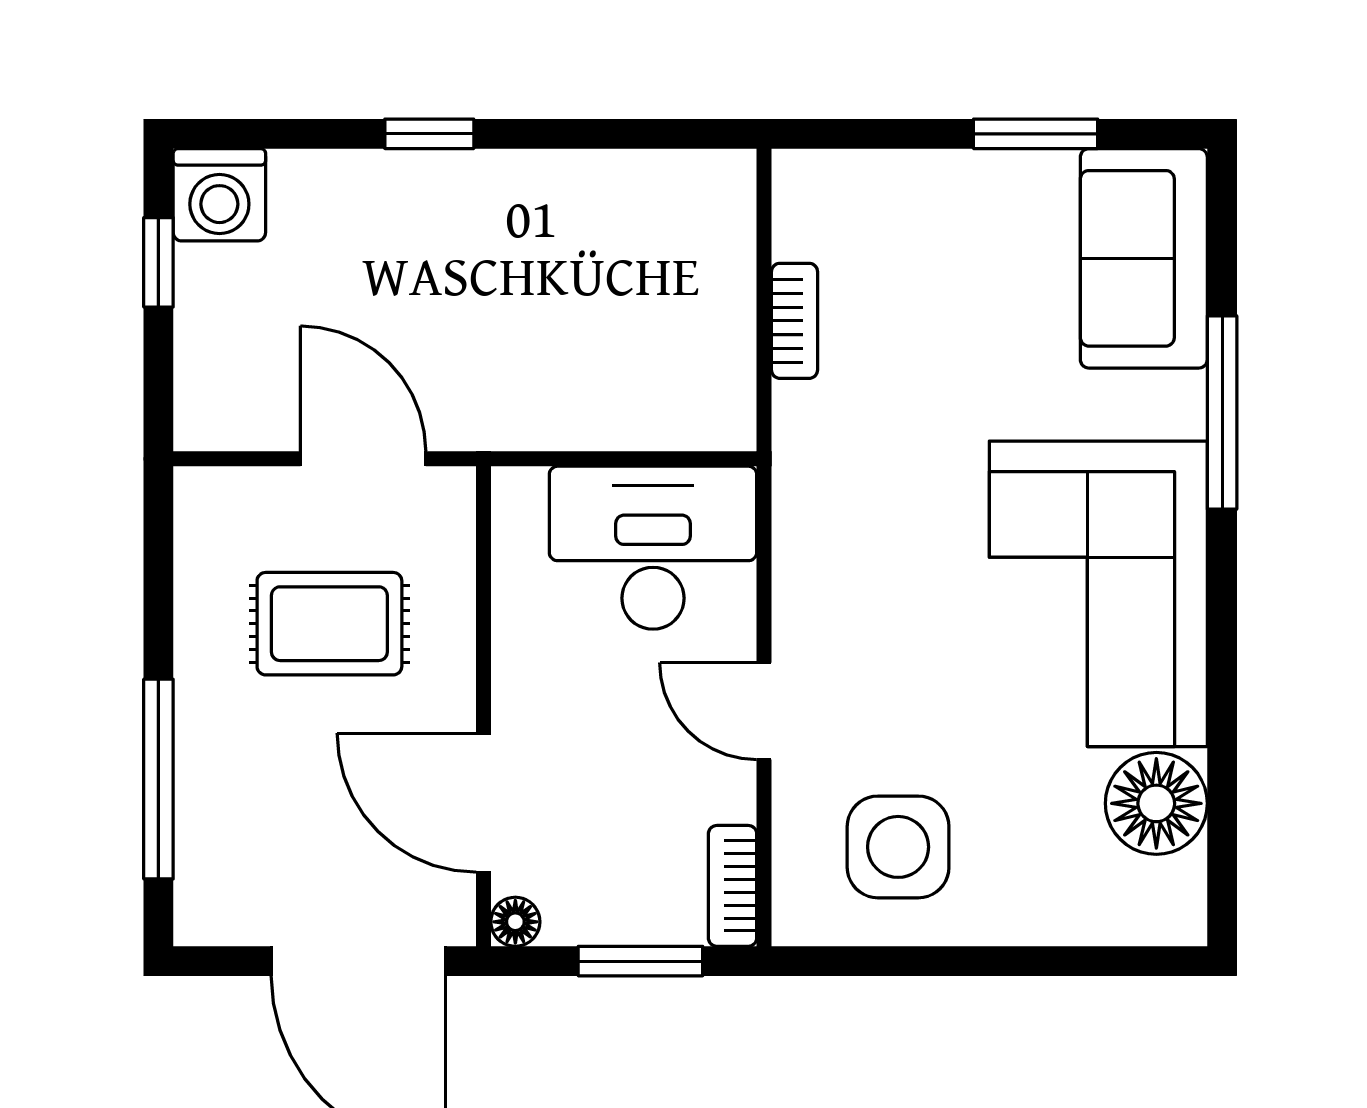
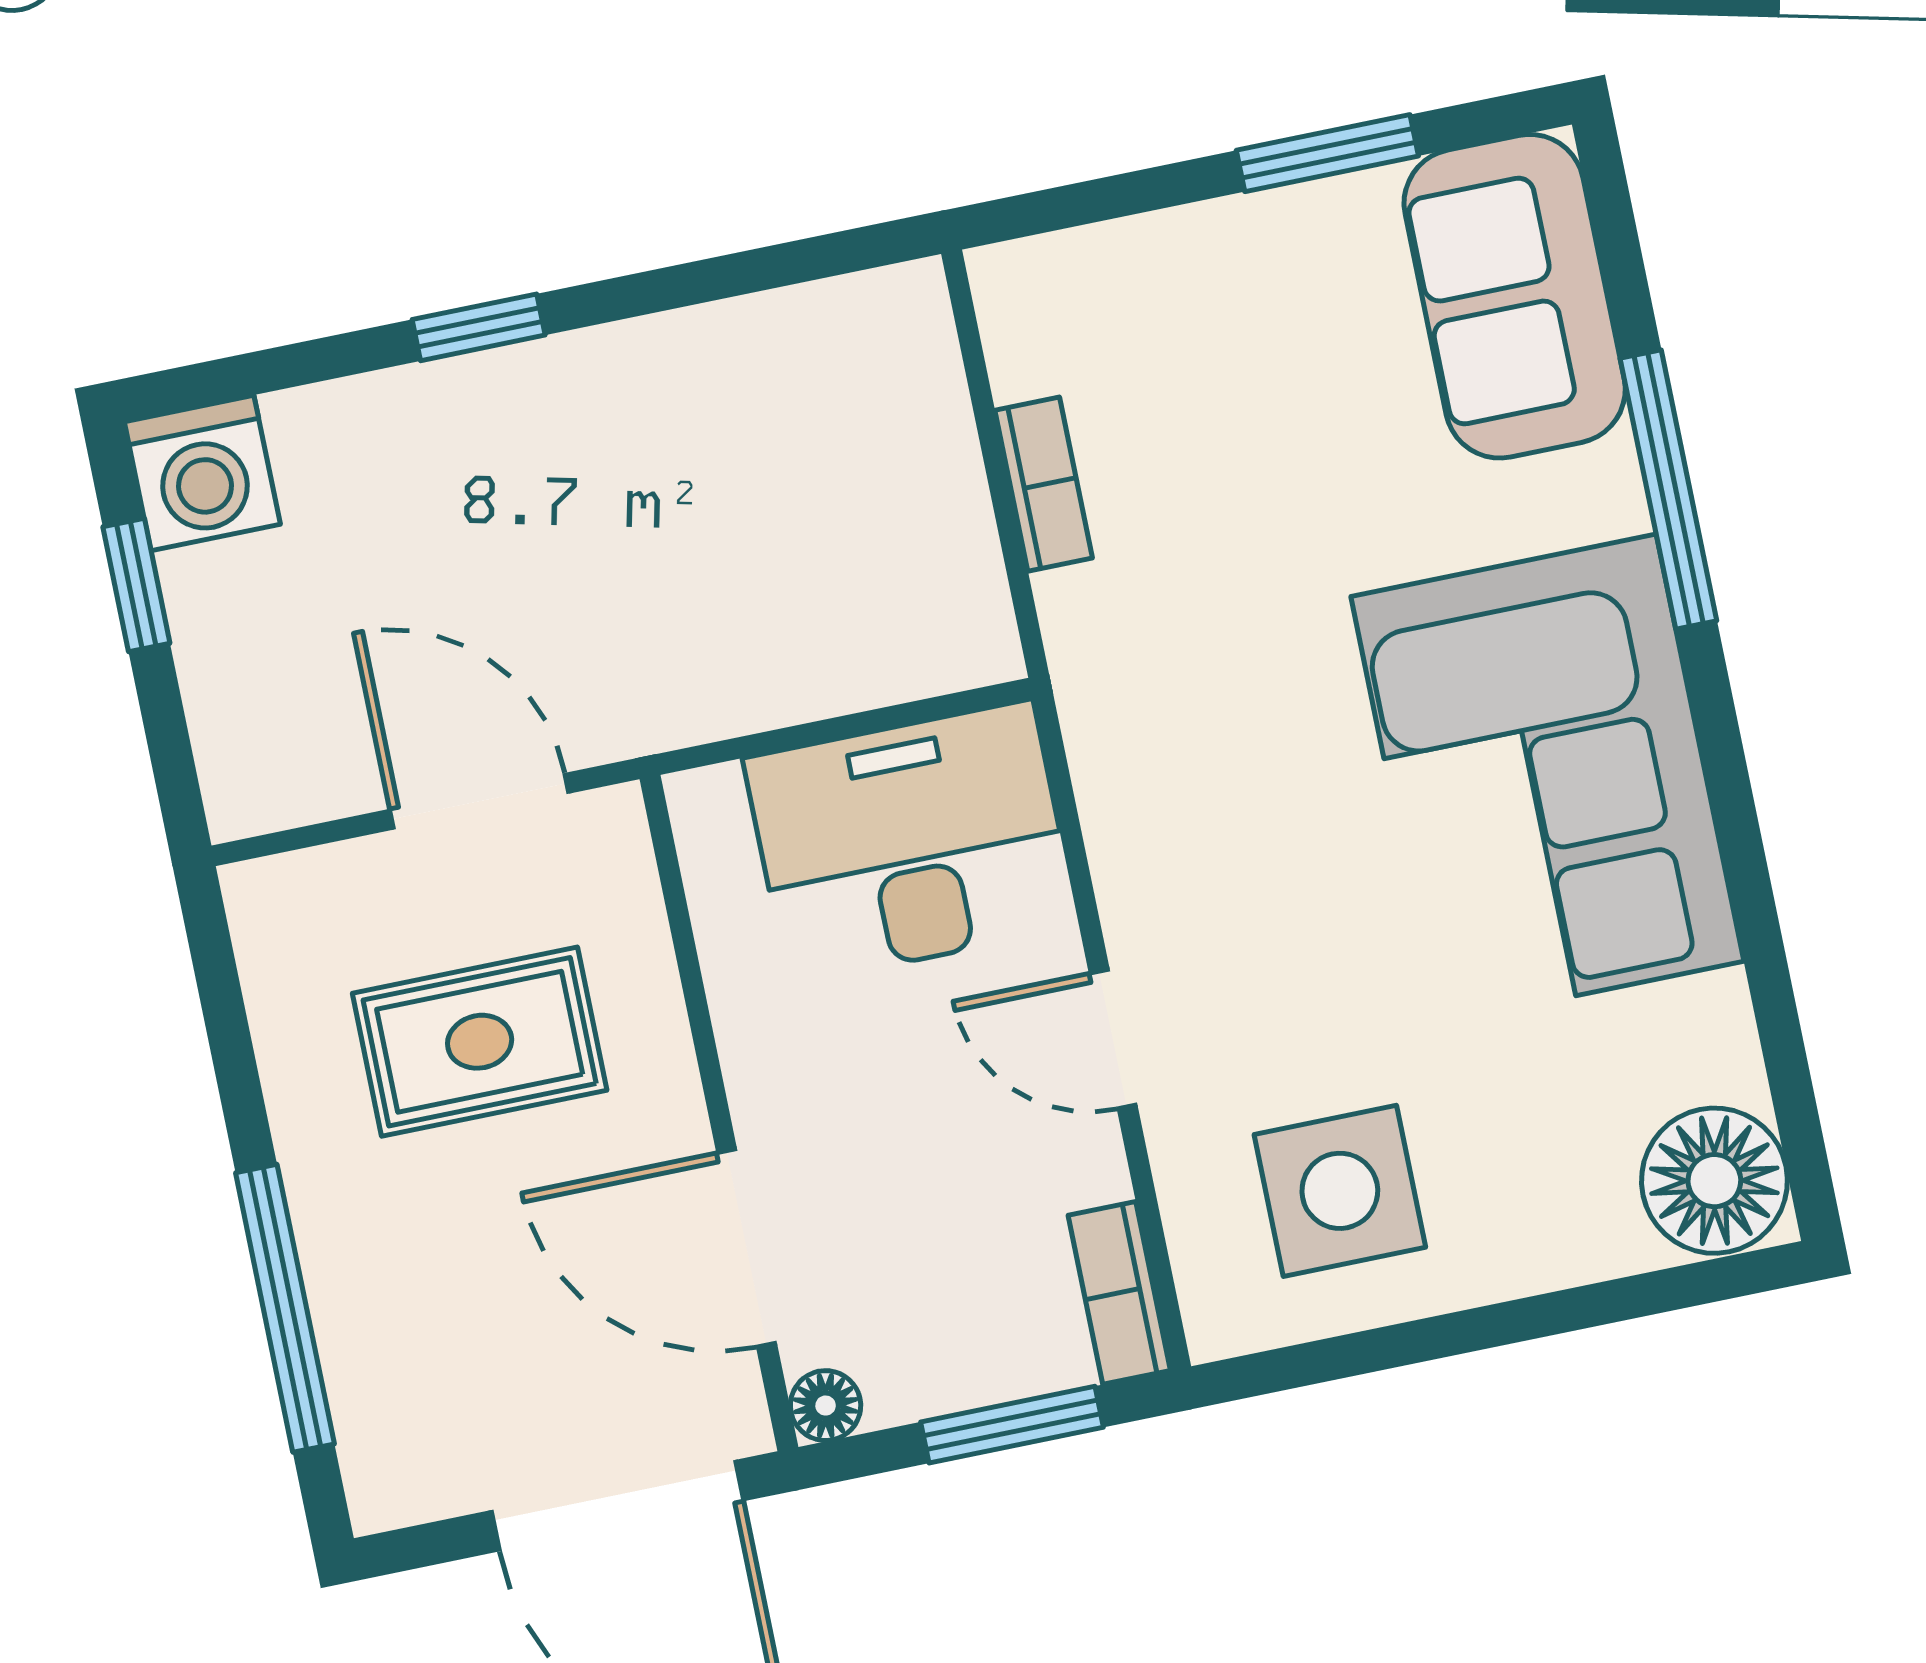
floor lamp: (1156, 803) -> (1714, 1181), moved

